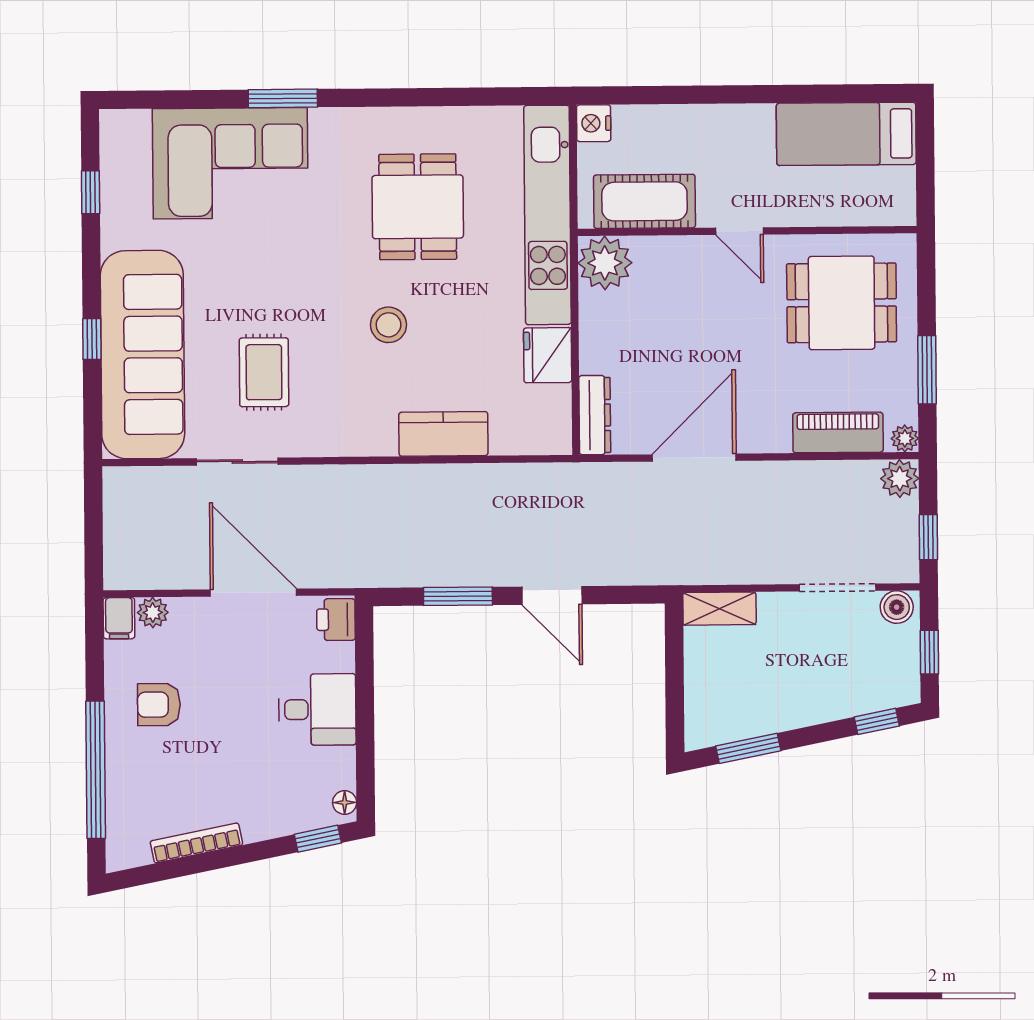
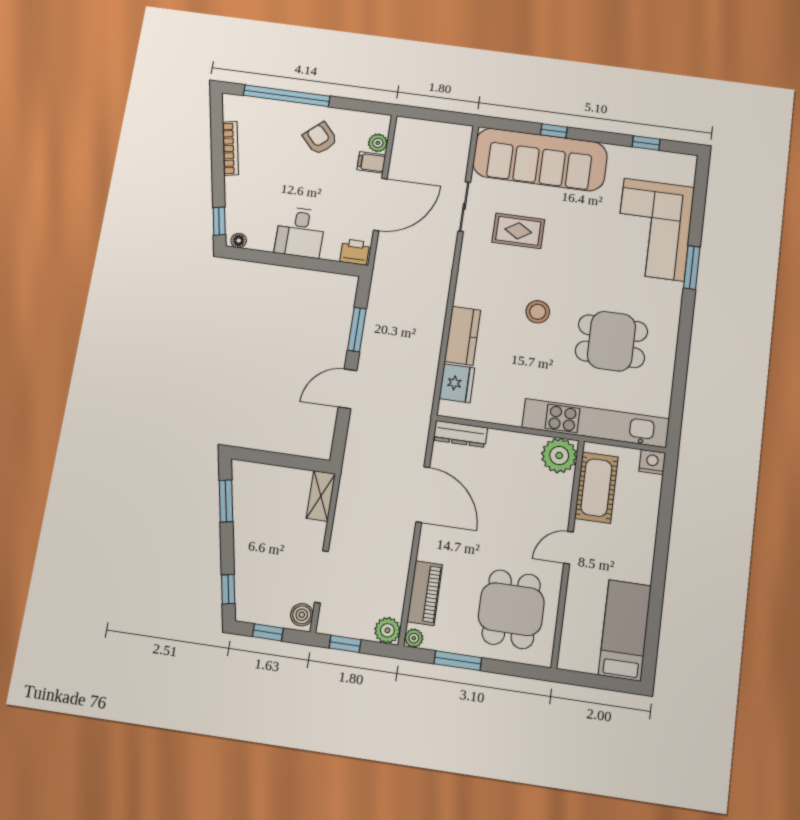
fridge: (548, 355) -> (457, 383), moved, turned 90
filing cabinet: (119, 618) -> (371, 162), moved
armchair: (159, 705) -> (320, 138), turned -42

